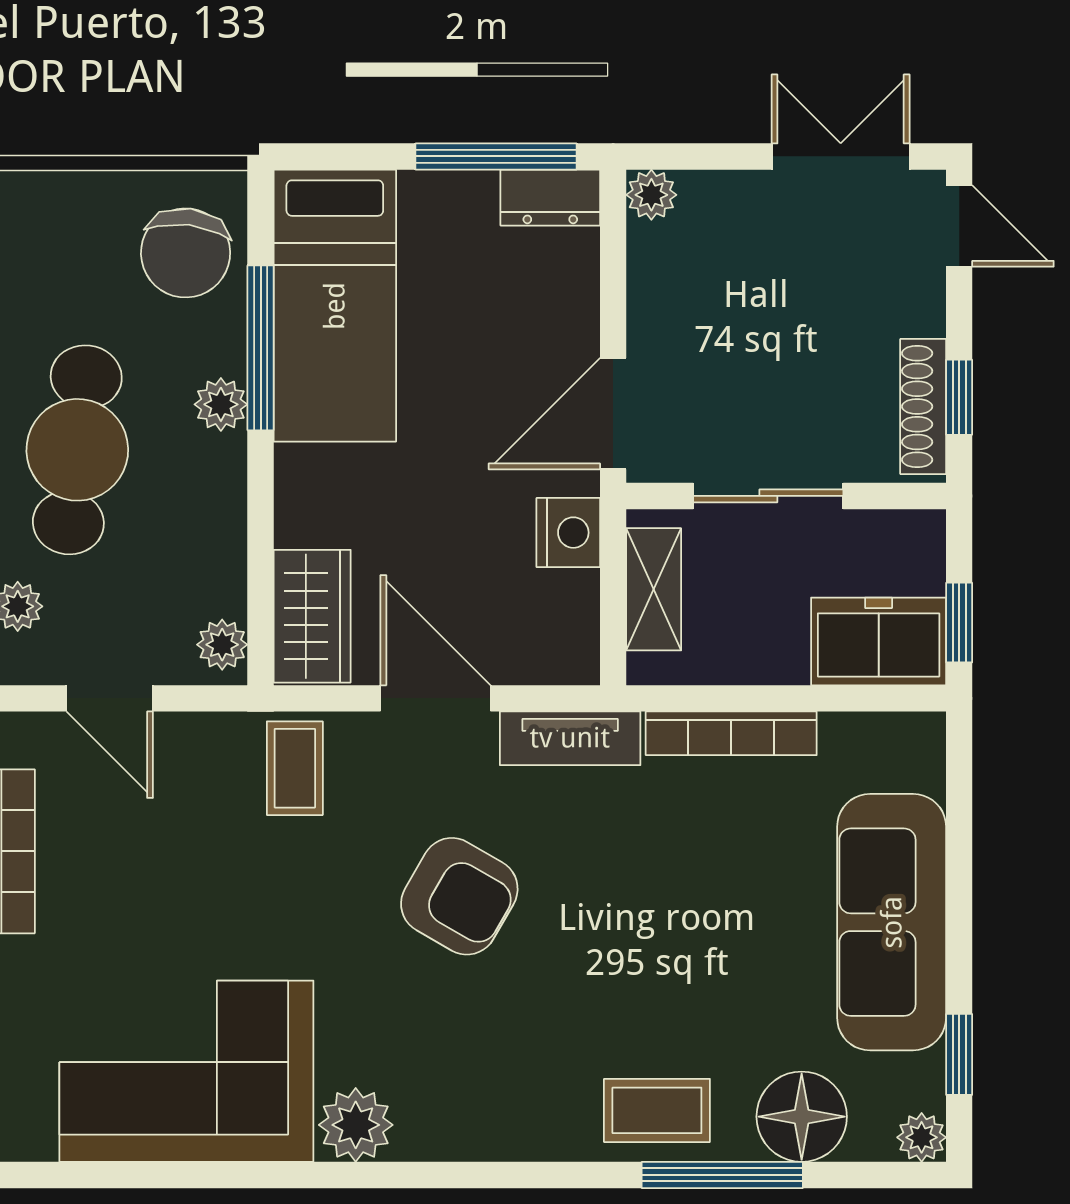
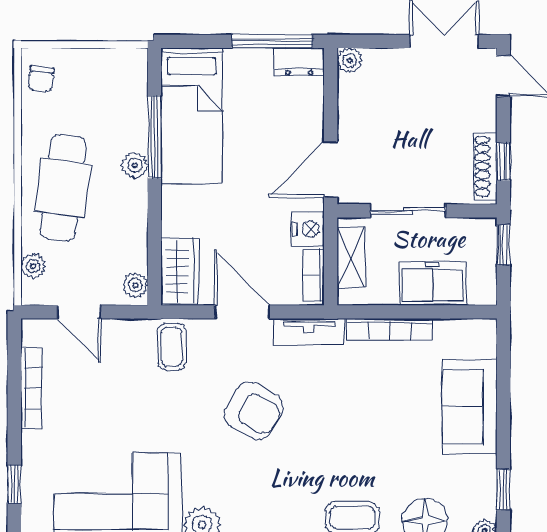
chair: (186, 253) -> (41, 79), moved, width x0.54, depth x0.54
window: (959, 623) -> (503, 245), moved
bookcase: (579, 625) -> (314, 275), added
freezer: (879, 641) -> (432, 283), moved
sofa: (892, 922) -> (470, 407), width x0.73

